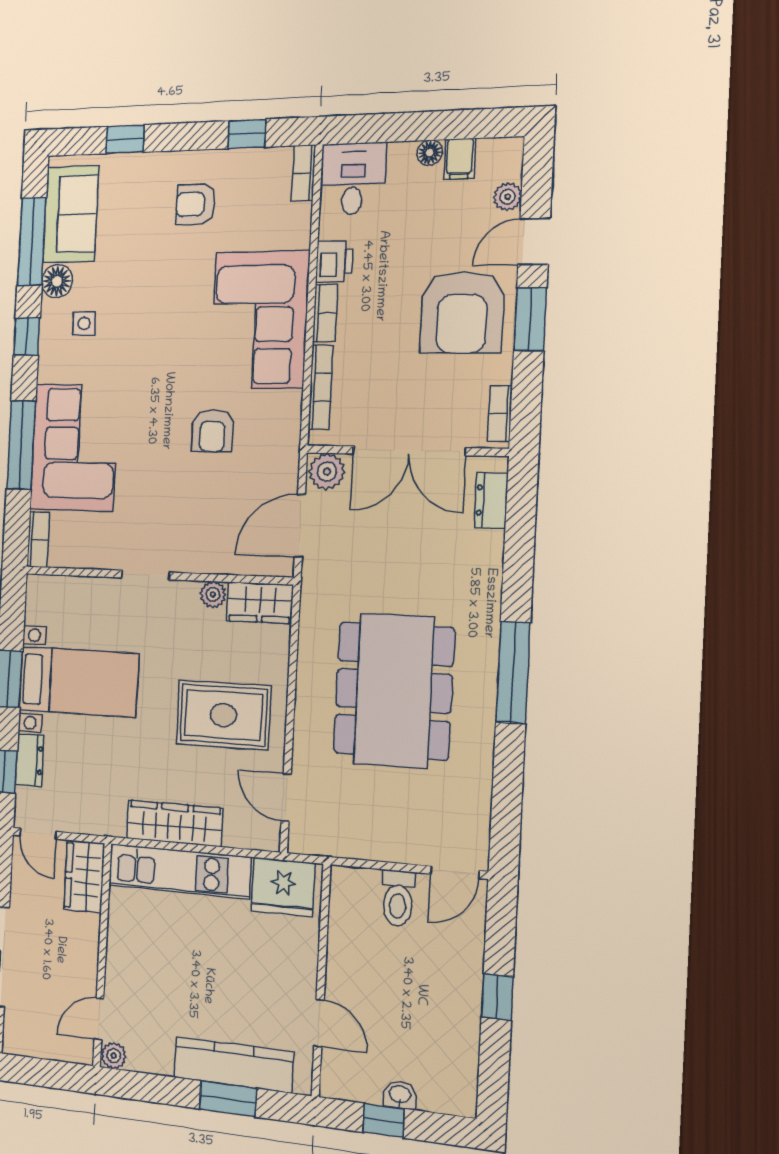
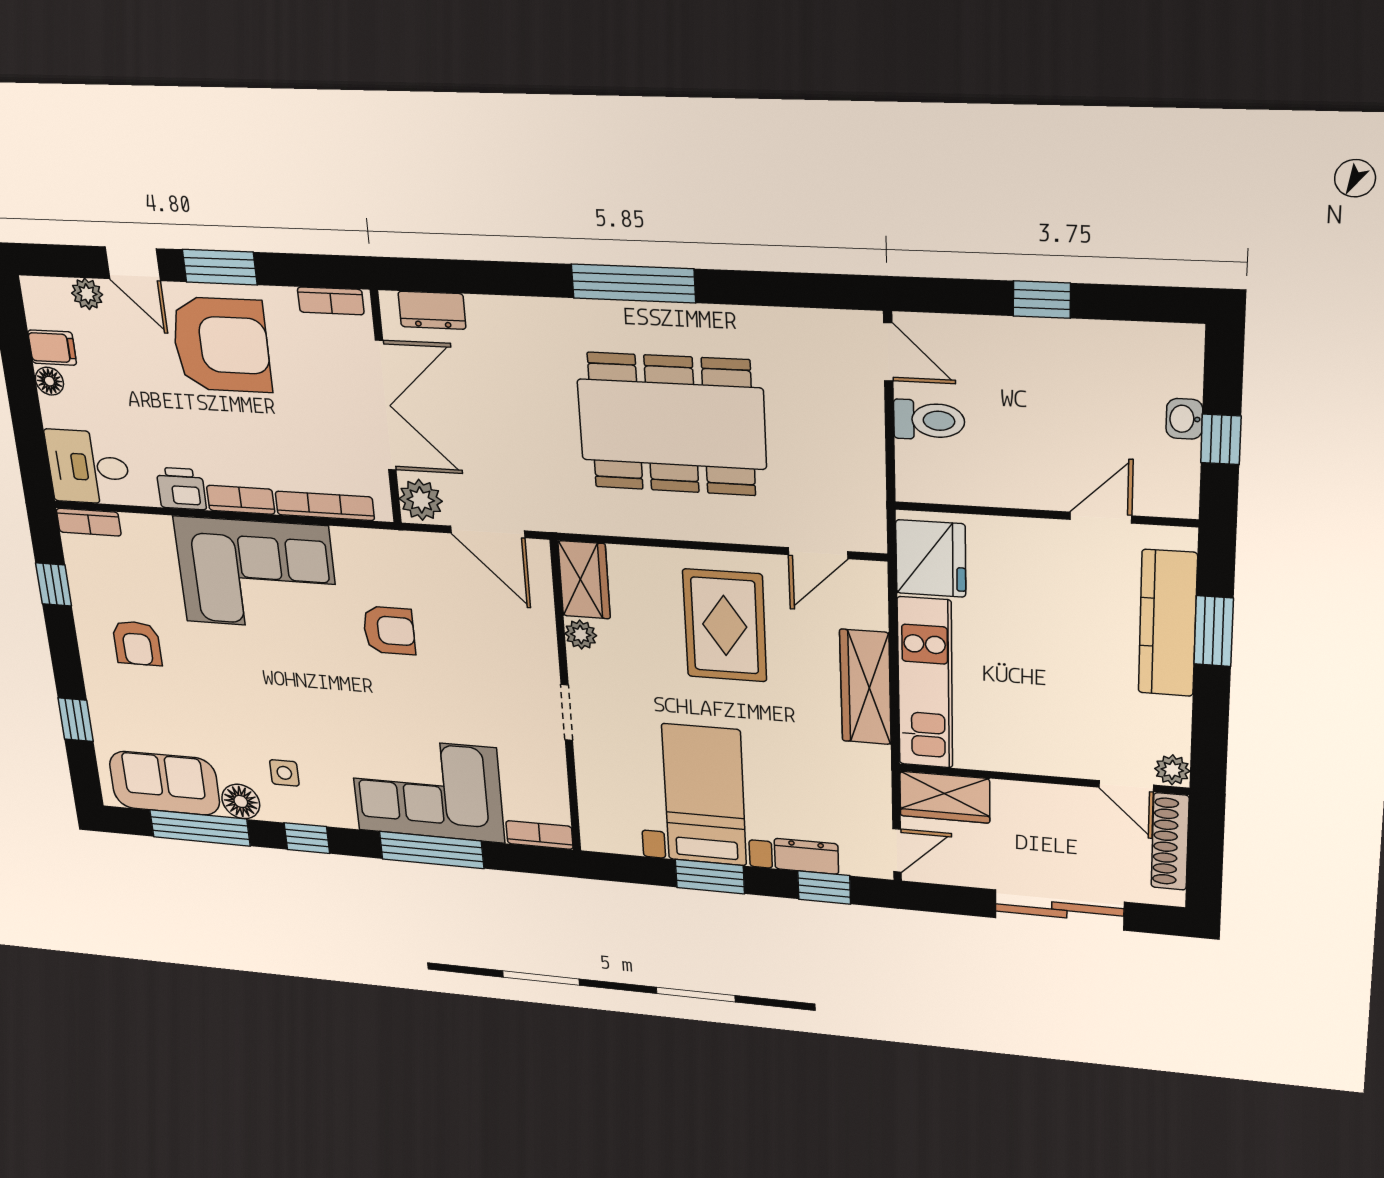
shoe rack: (55, 1048) -> (1170, 842), added

